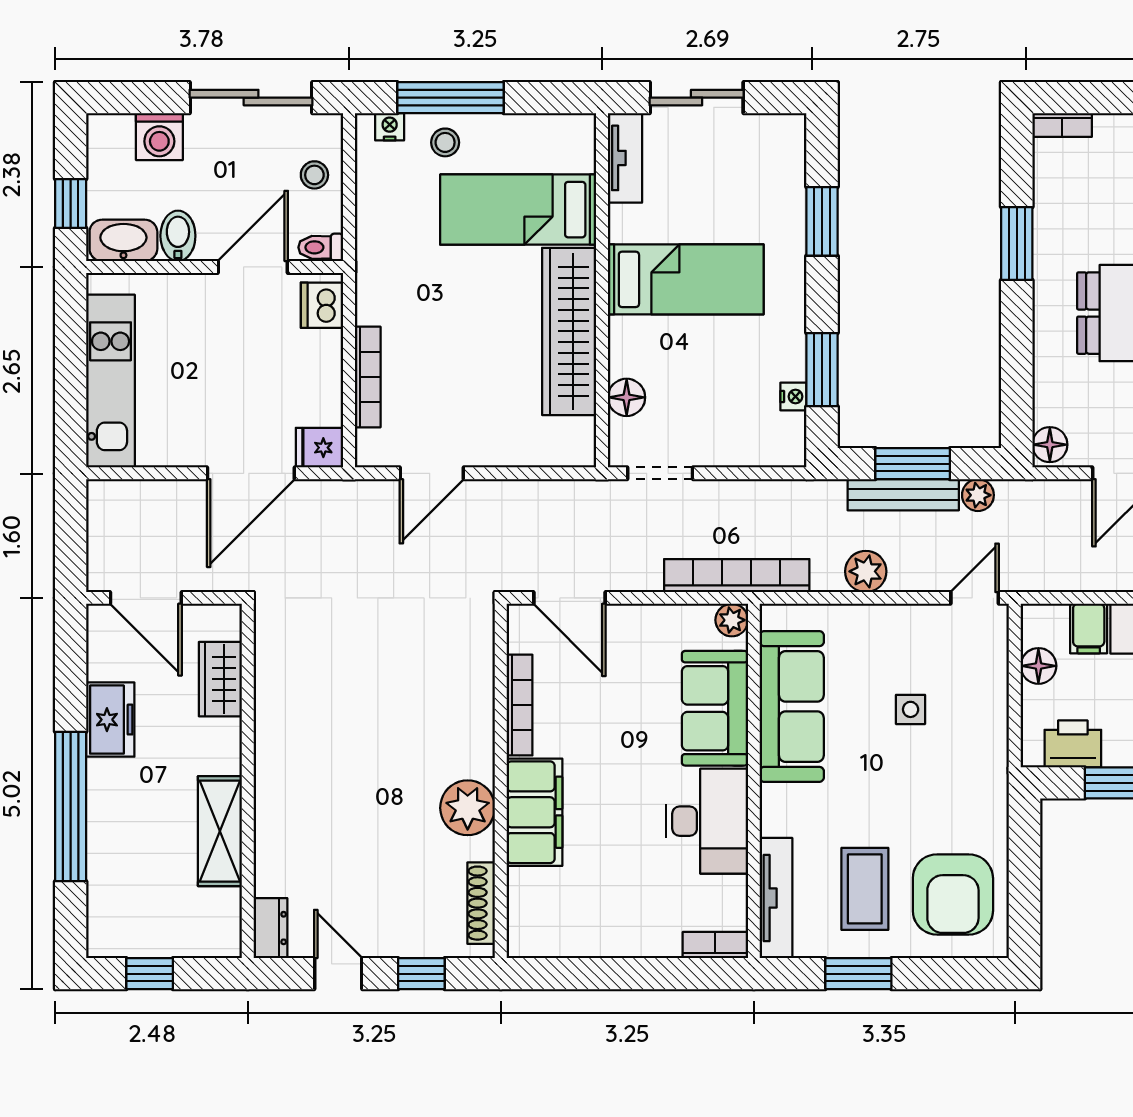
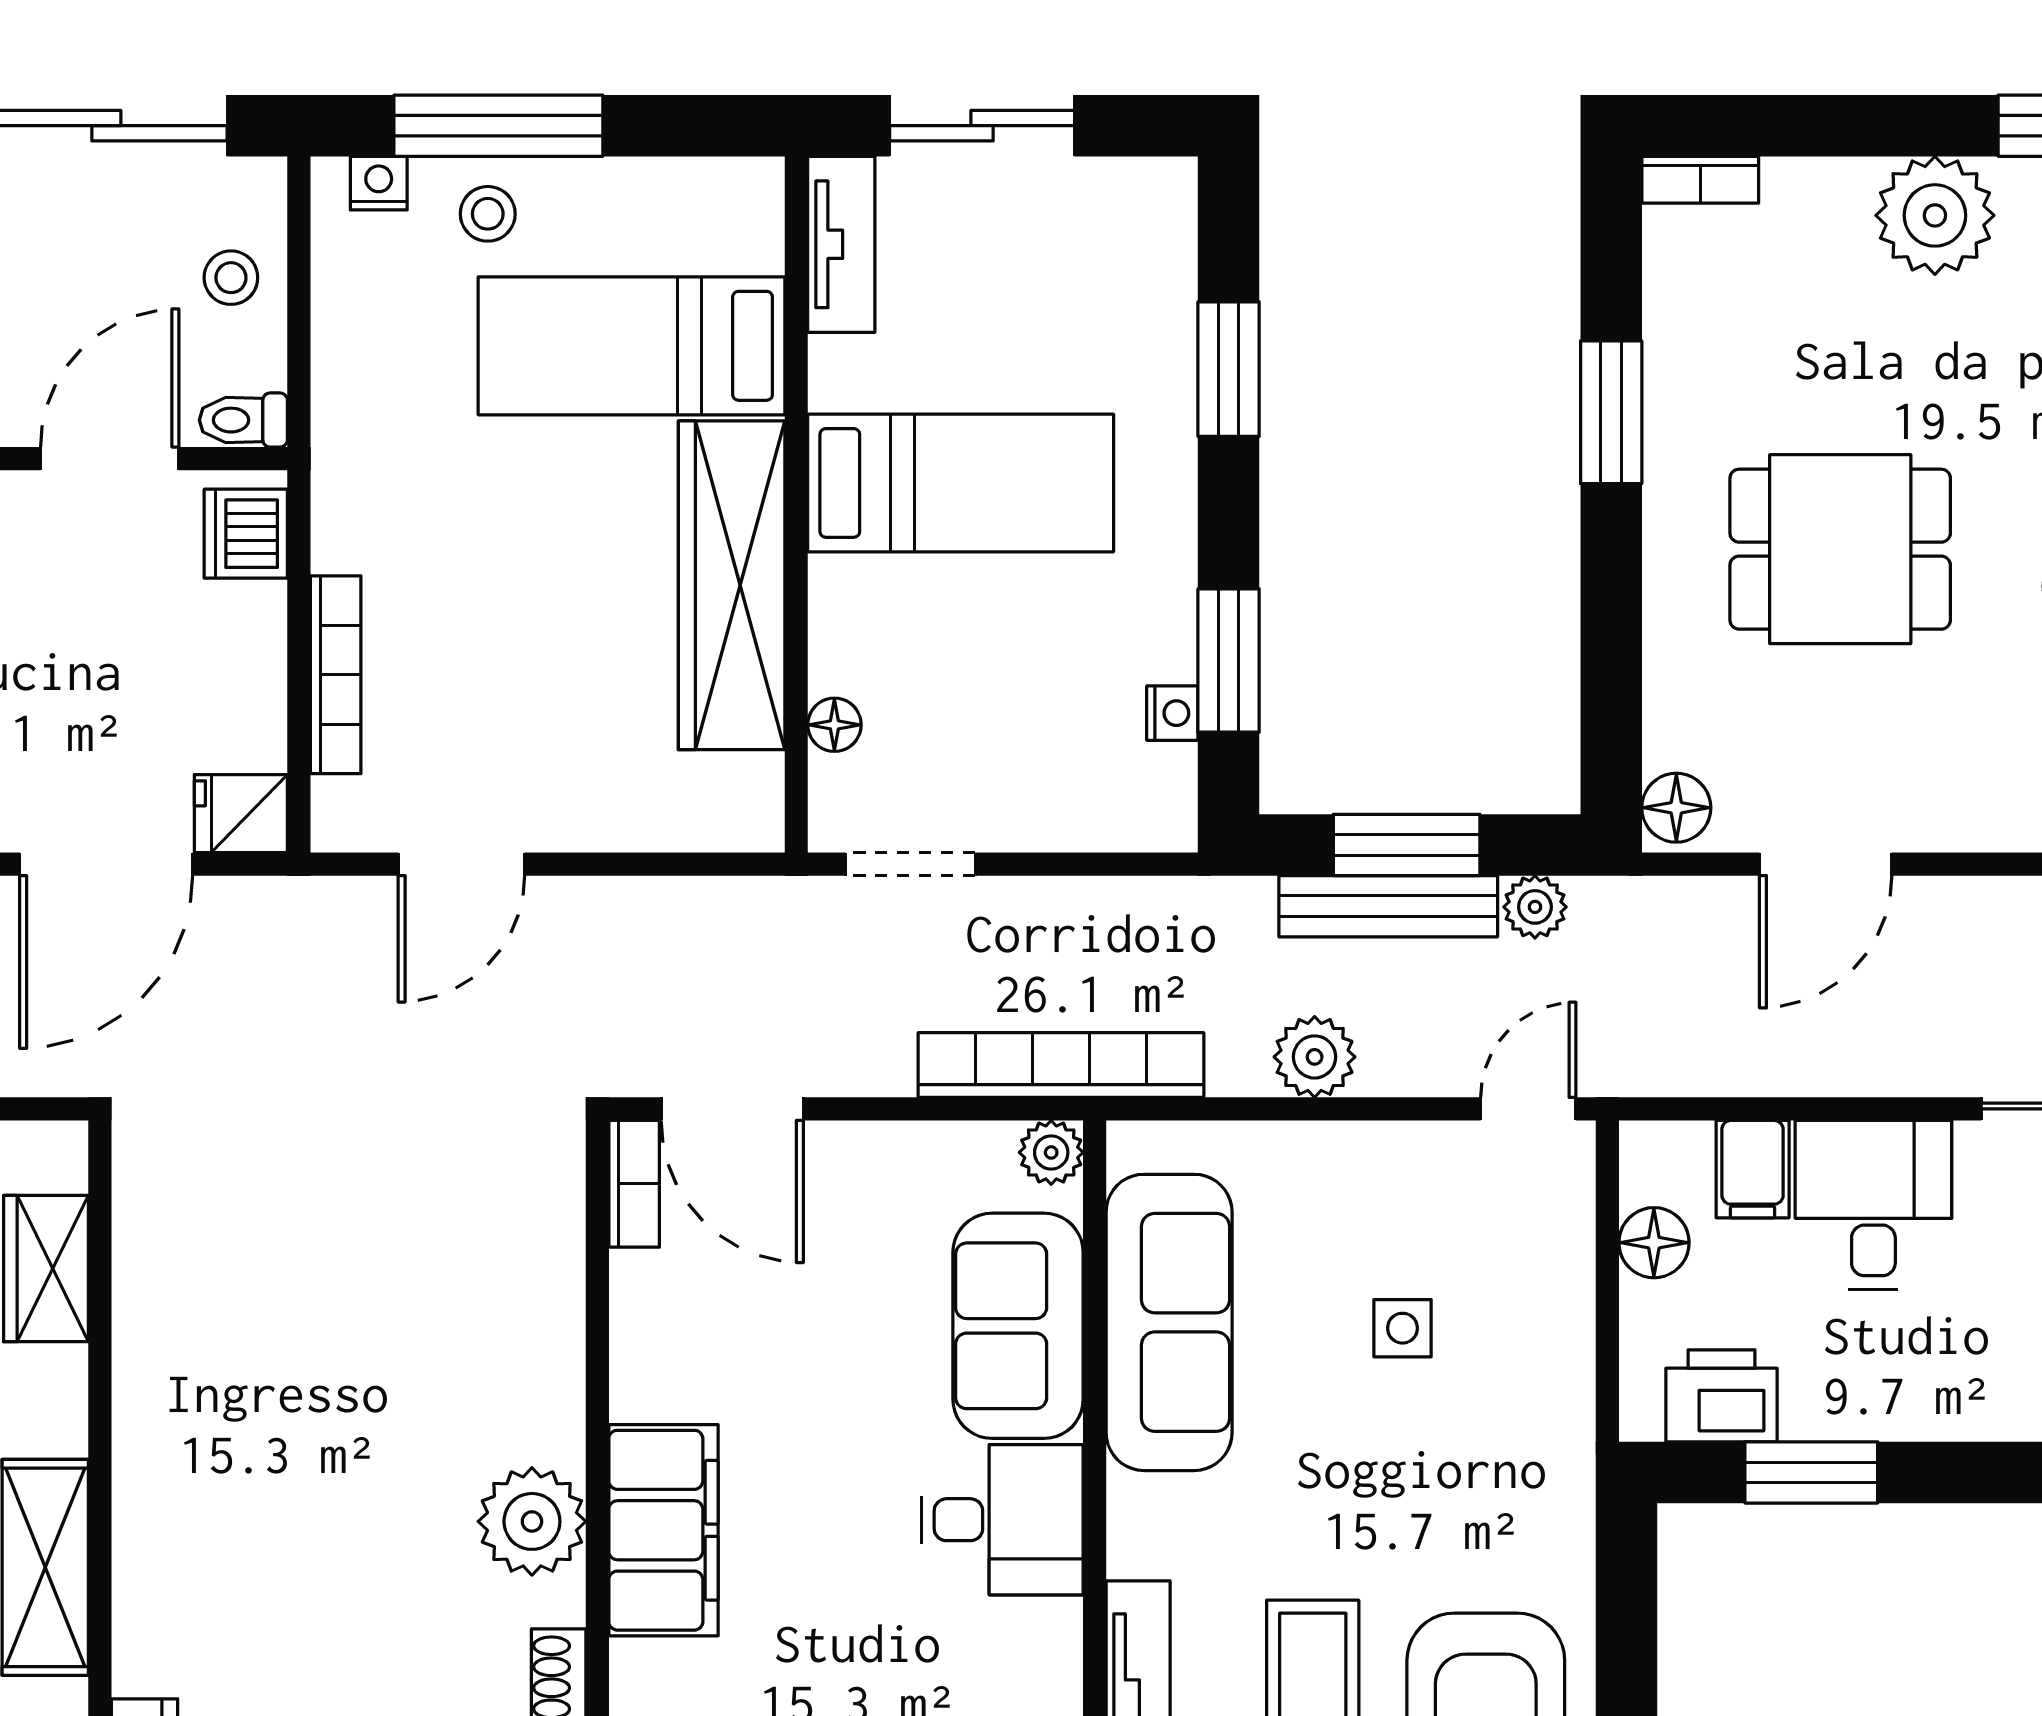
floor lamp: (627, 397) -> (834, 725), width x0.73, depth x0.73
bookcase: (520, 705) -> (634, 1184), moved, width x0.64
desk: (707, 821) -> (1002, 1520), width x0.73

